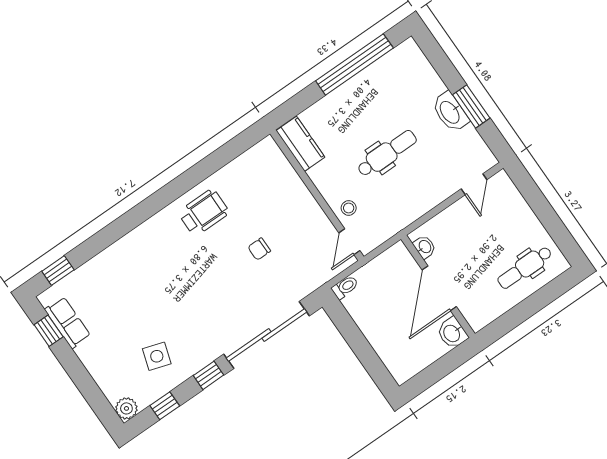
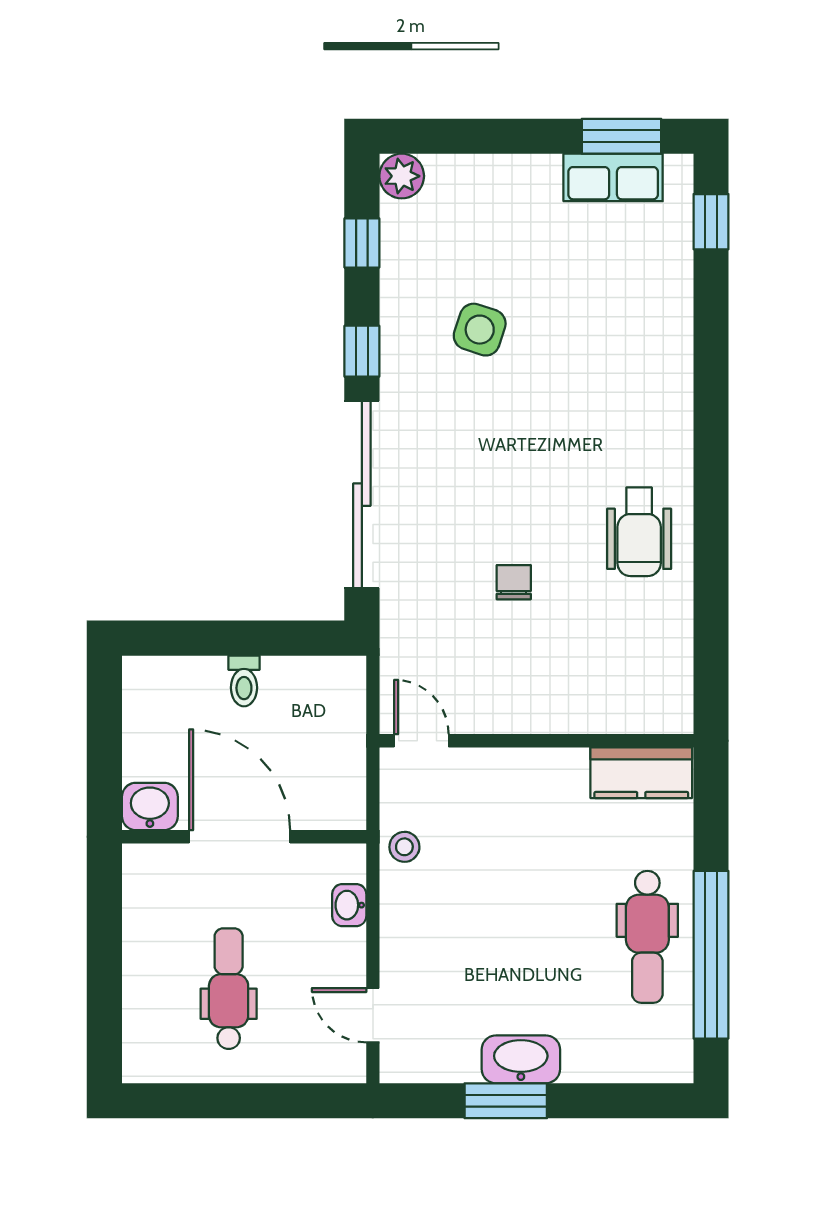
dental chair: (387, 153) -> (647, 937), moved
stool: (349, 208) -> (404, 847), moved
washbasin: (425, 247) -> (349, 905), moved, turned 90
dental chair: (525, 267) -> (229, 989), moved
toilet: (345, 287) -> (244, 681), moved
window: (49, 331) -> (622, 136), width x1.50
side table: (157, 356) -> (480, 330), moved

